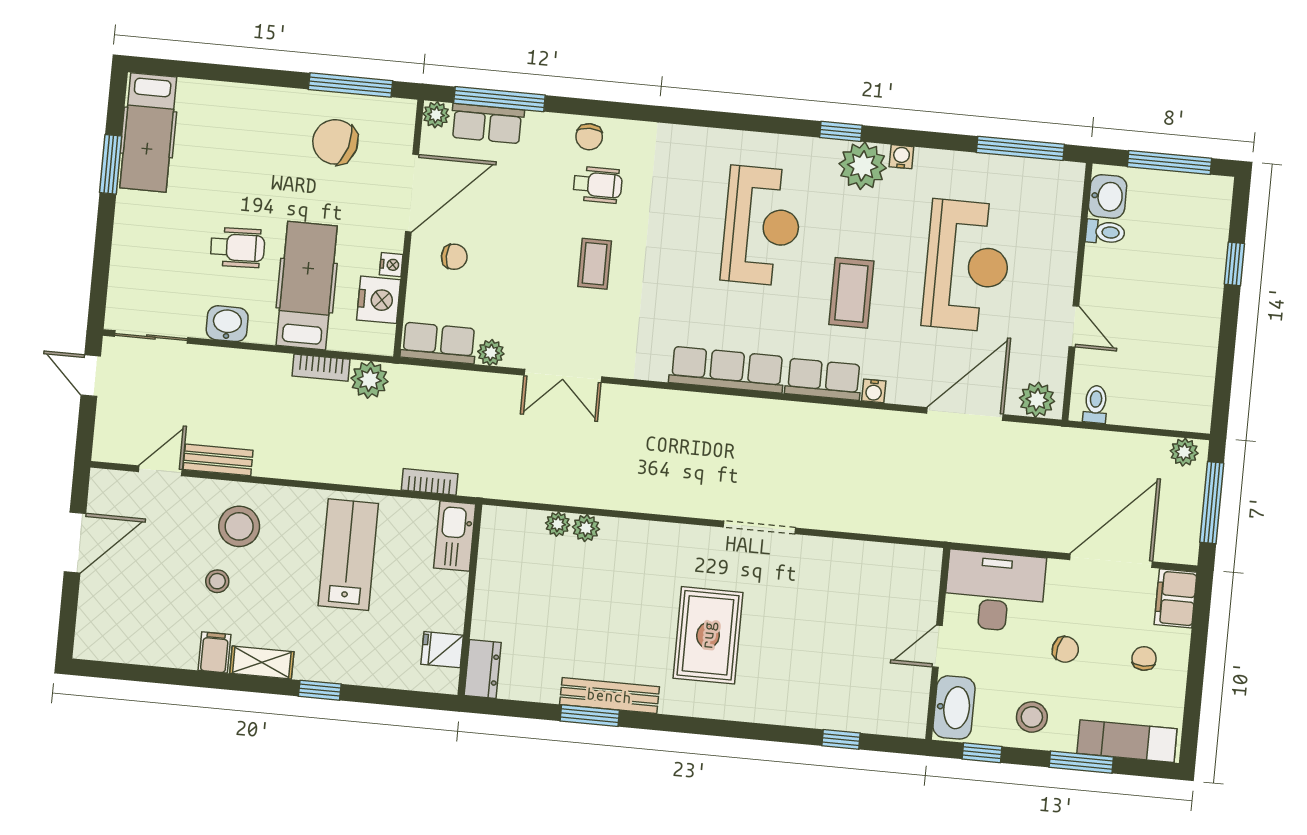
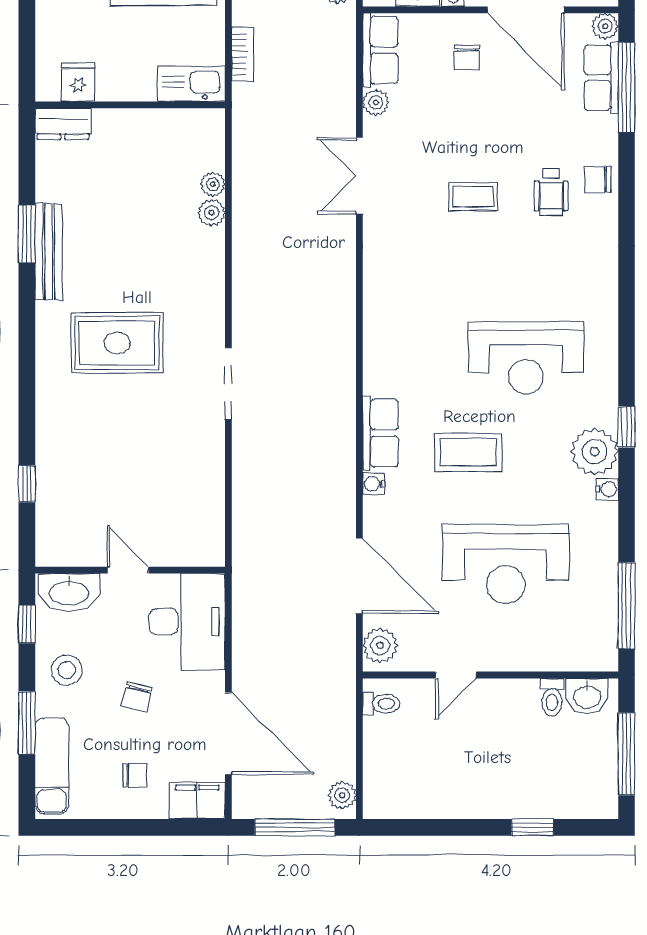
row of seats: (727, 370) -> (381, 337), removed

